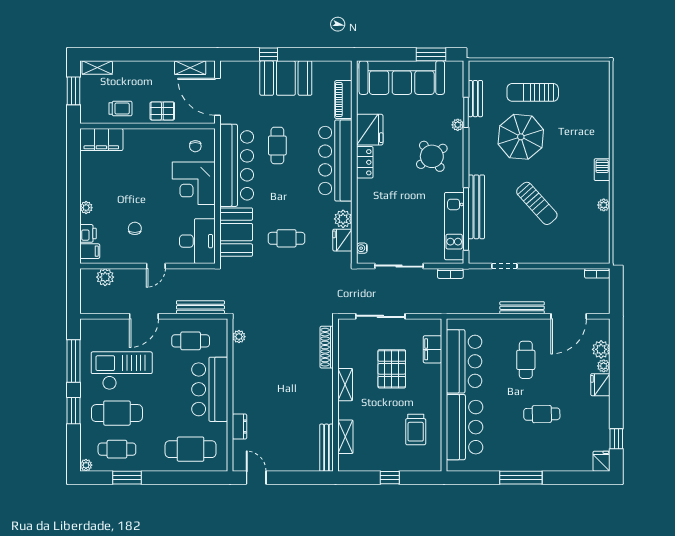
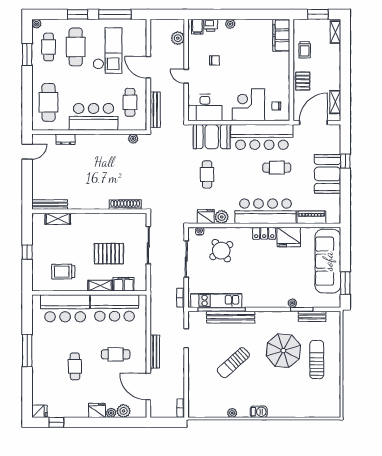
round table: (432, 156) -> (221, 251), moved
shelving: (345, 385) -> (100, 286), moved

